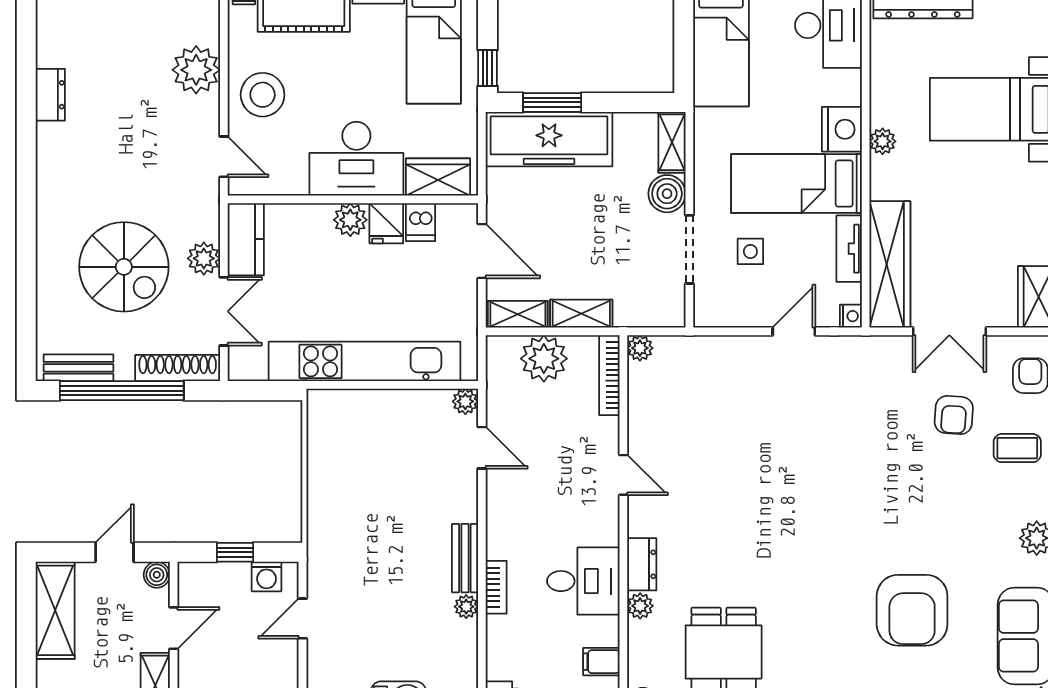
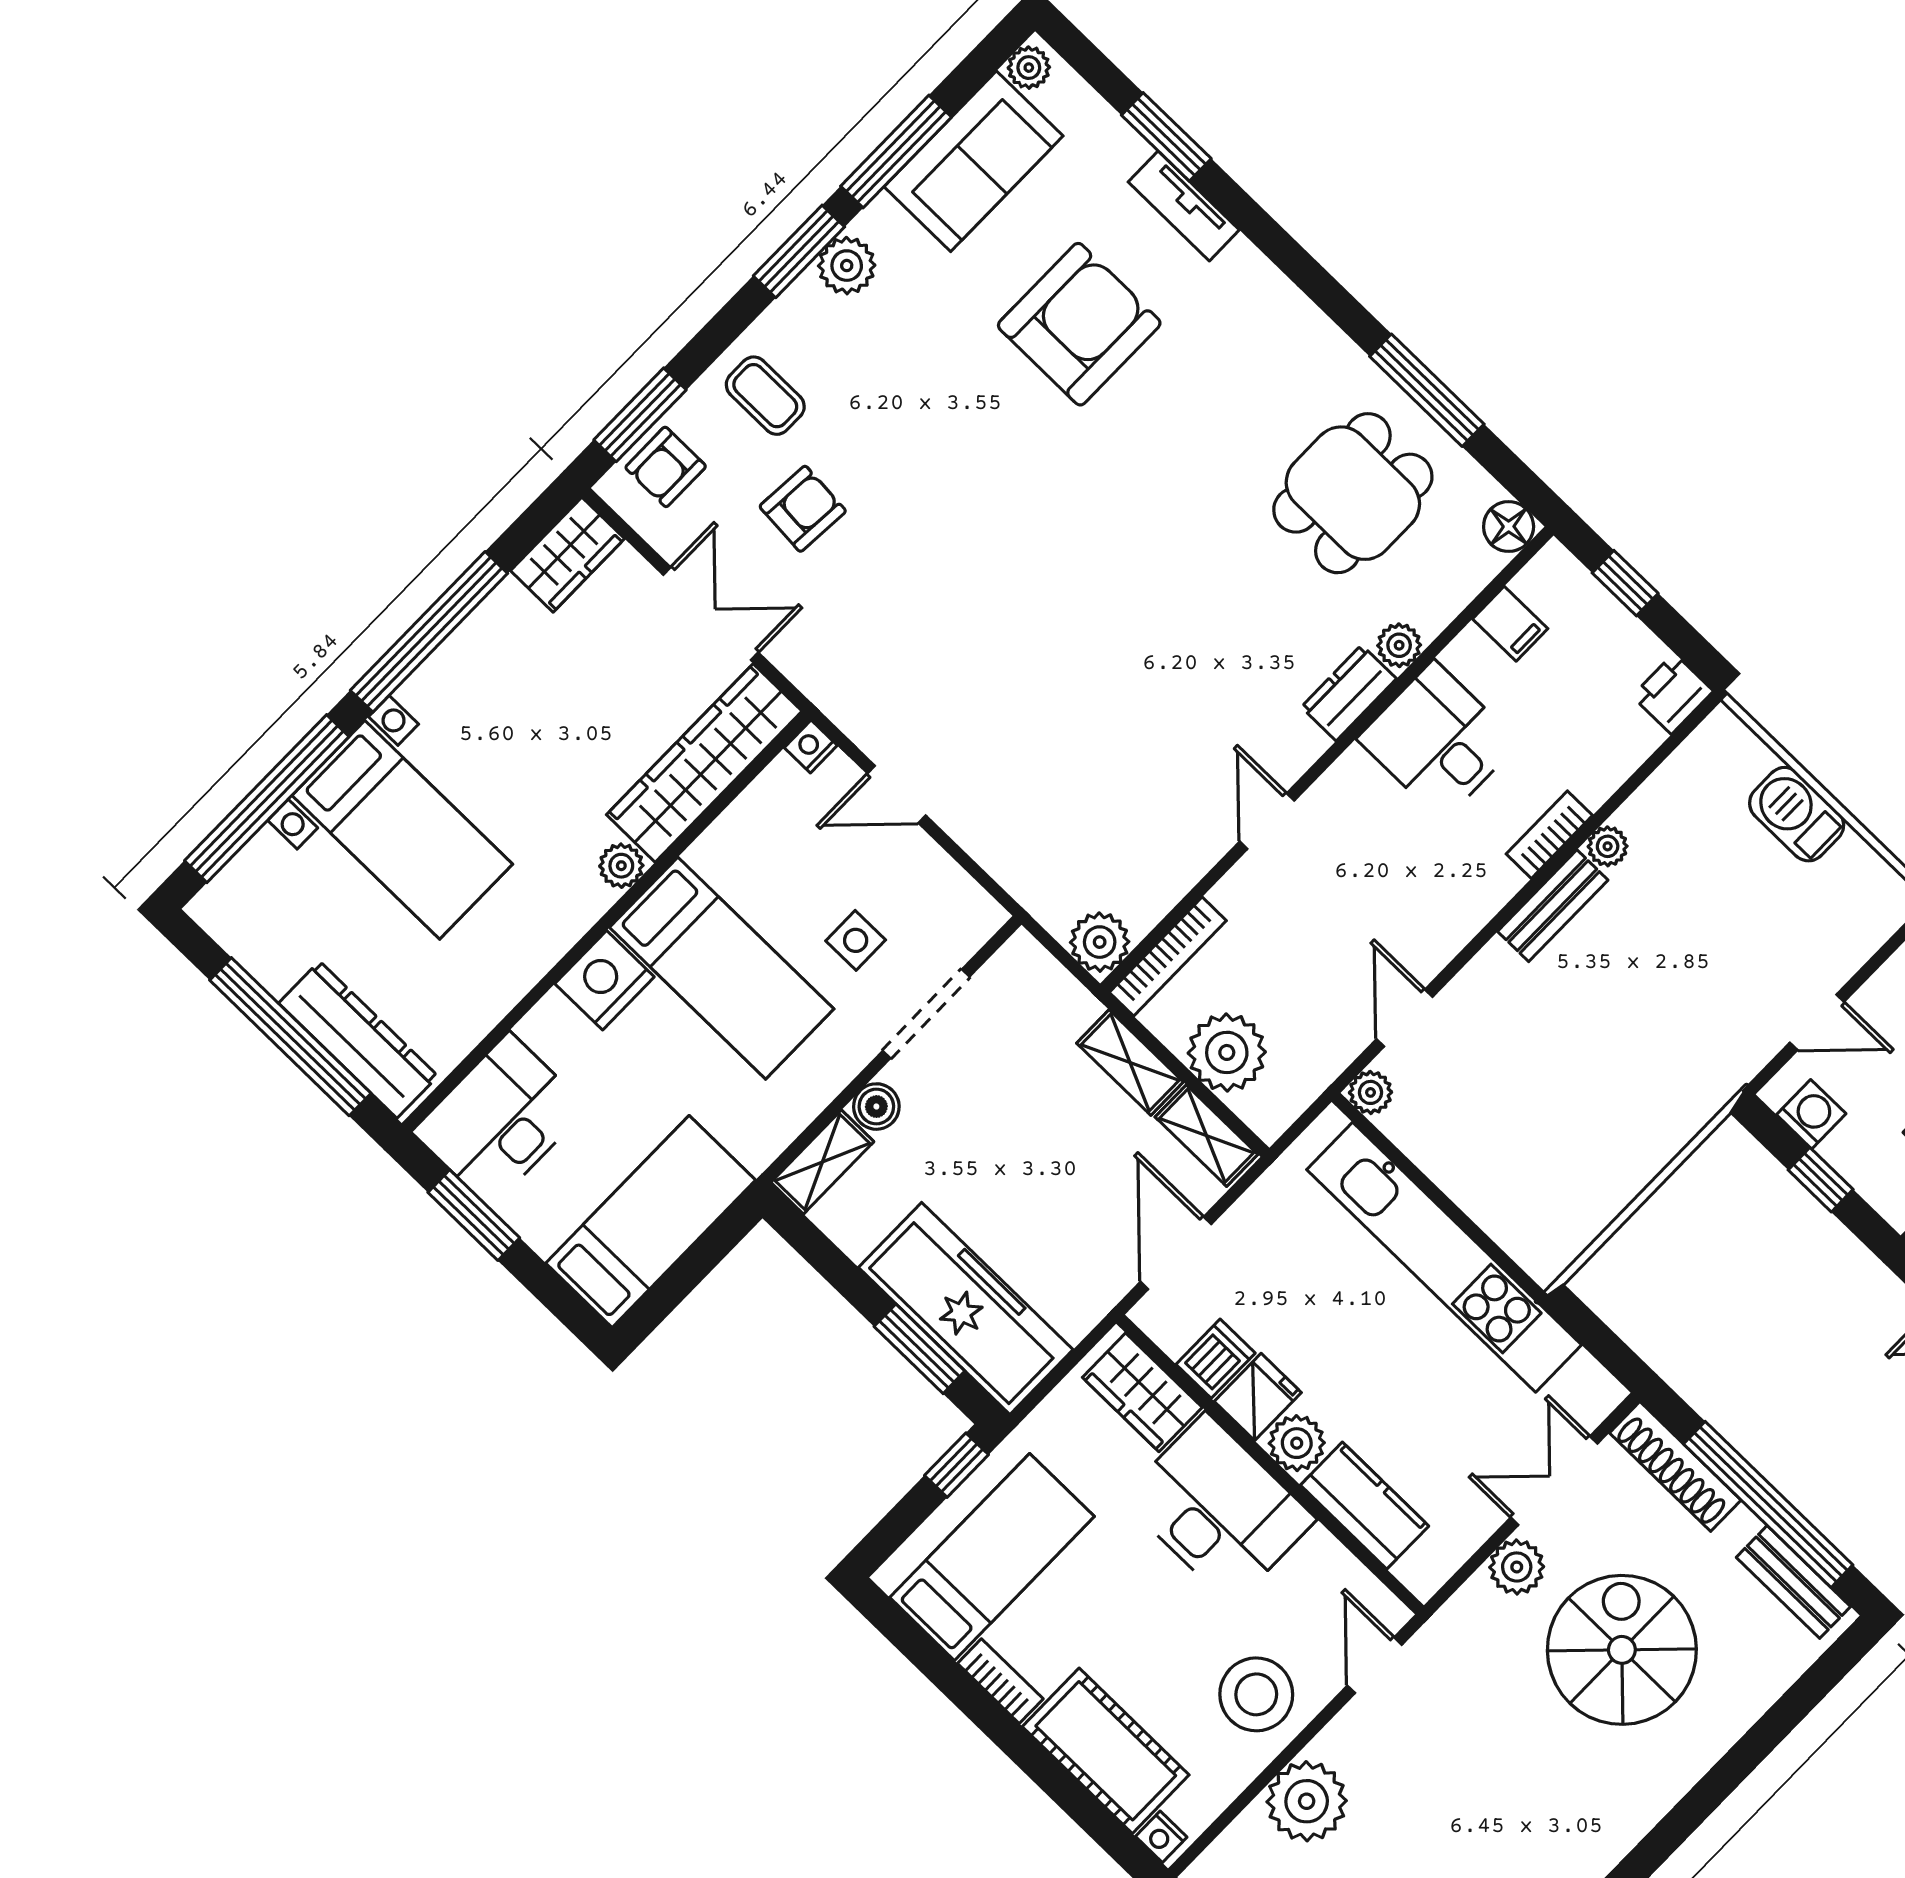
plant: (883, 141) -> (621, 866), moved
boiler: (667, 194) -> (876, 1107), width x0.73, depth x0.73
kitchen counter: (246, 239) -> (1365, 1506), moved, turned 90
tv unit: (849, 249) -> (735, 829), removed
plant: (640, 348) -> (1100, 942), width x1.38, depth x1.38

